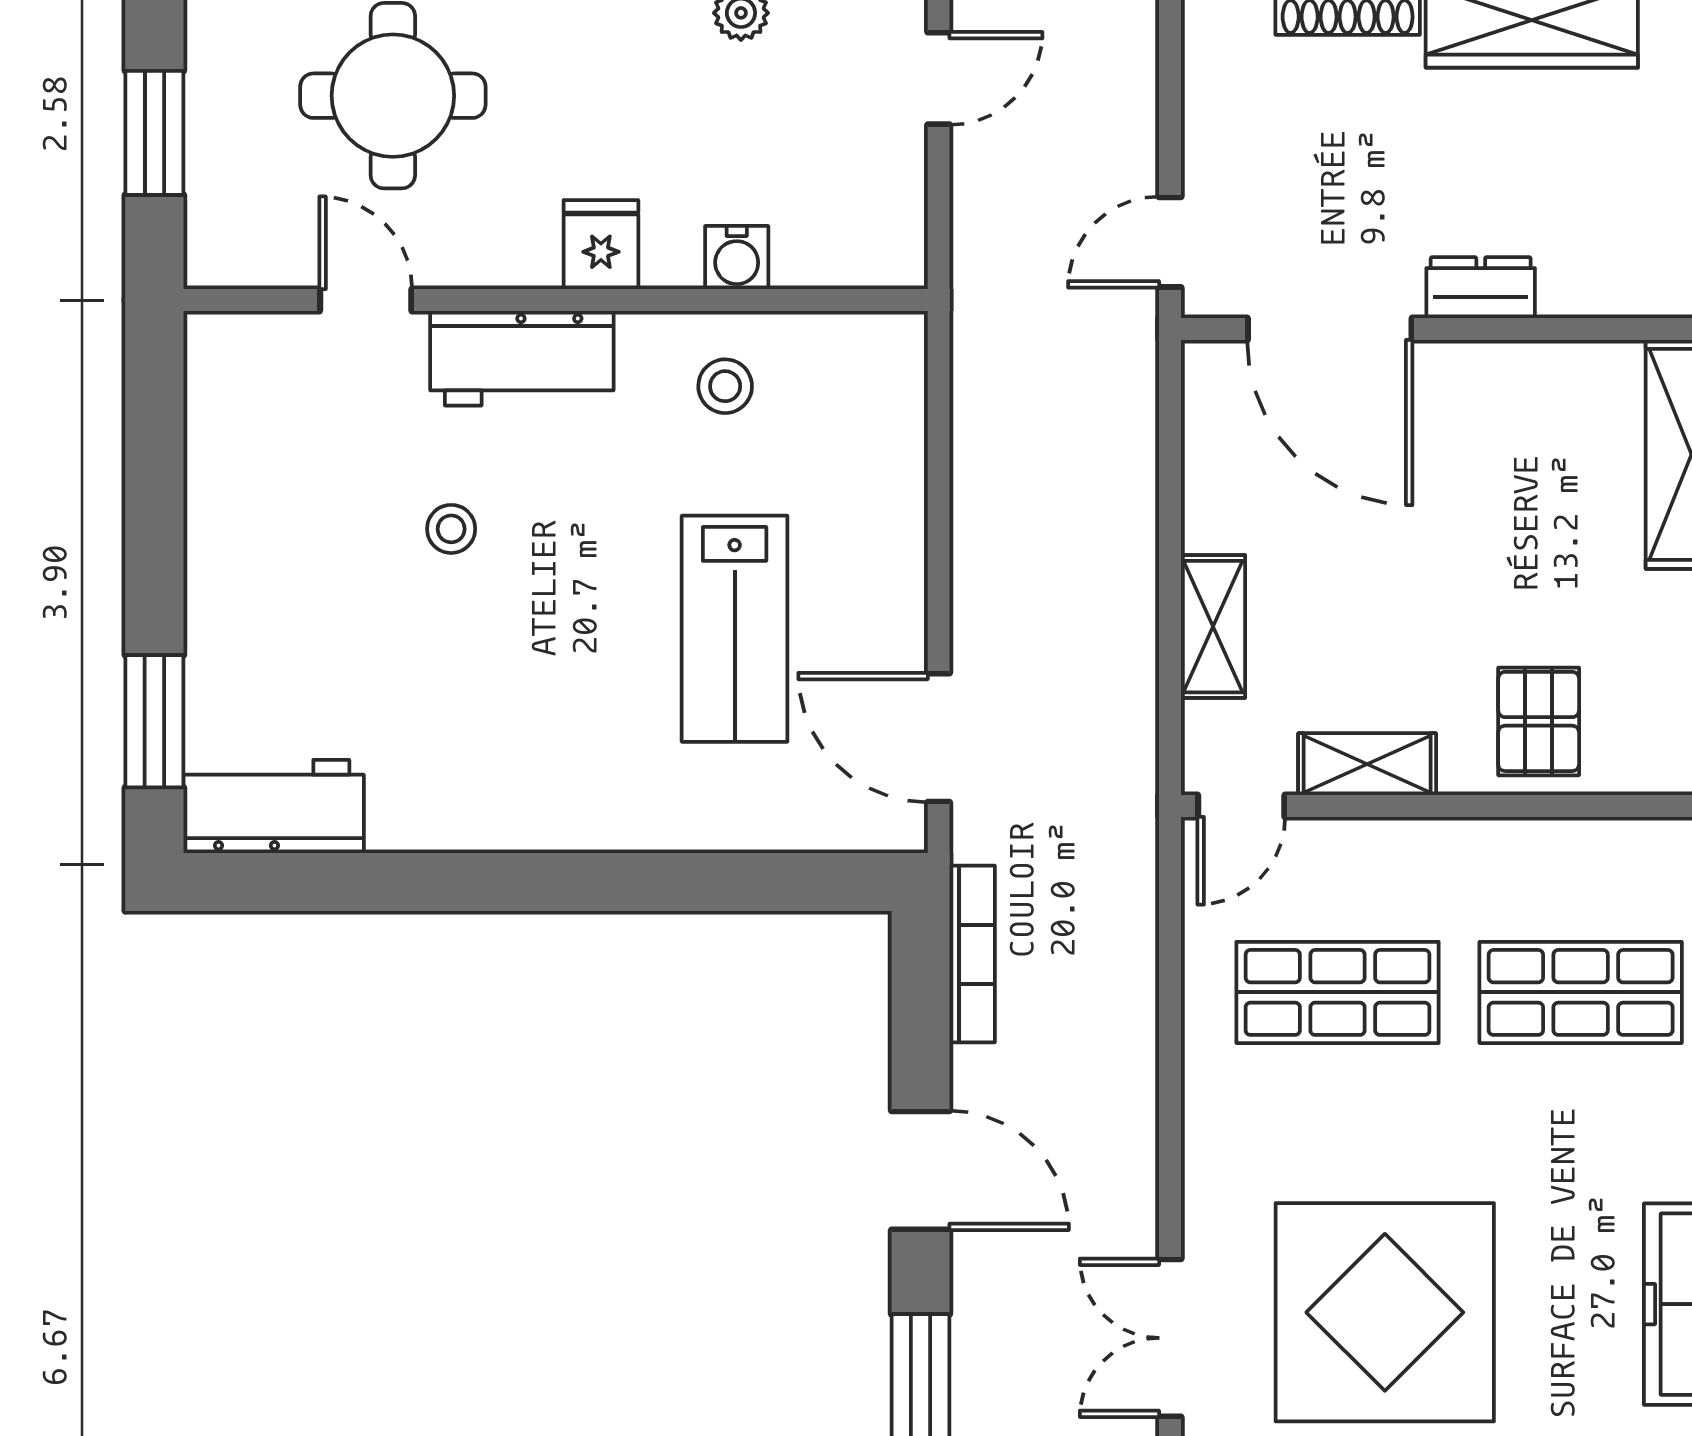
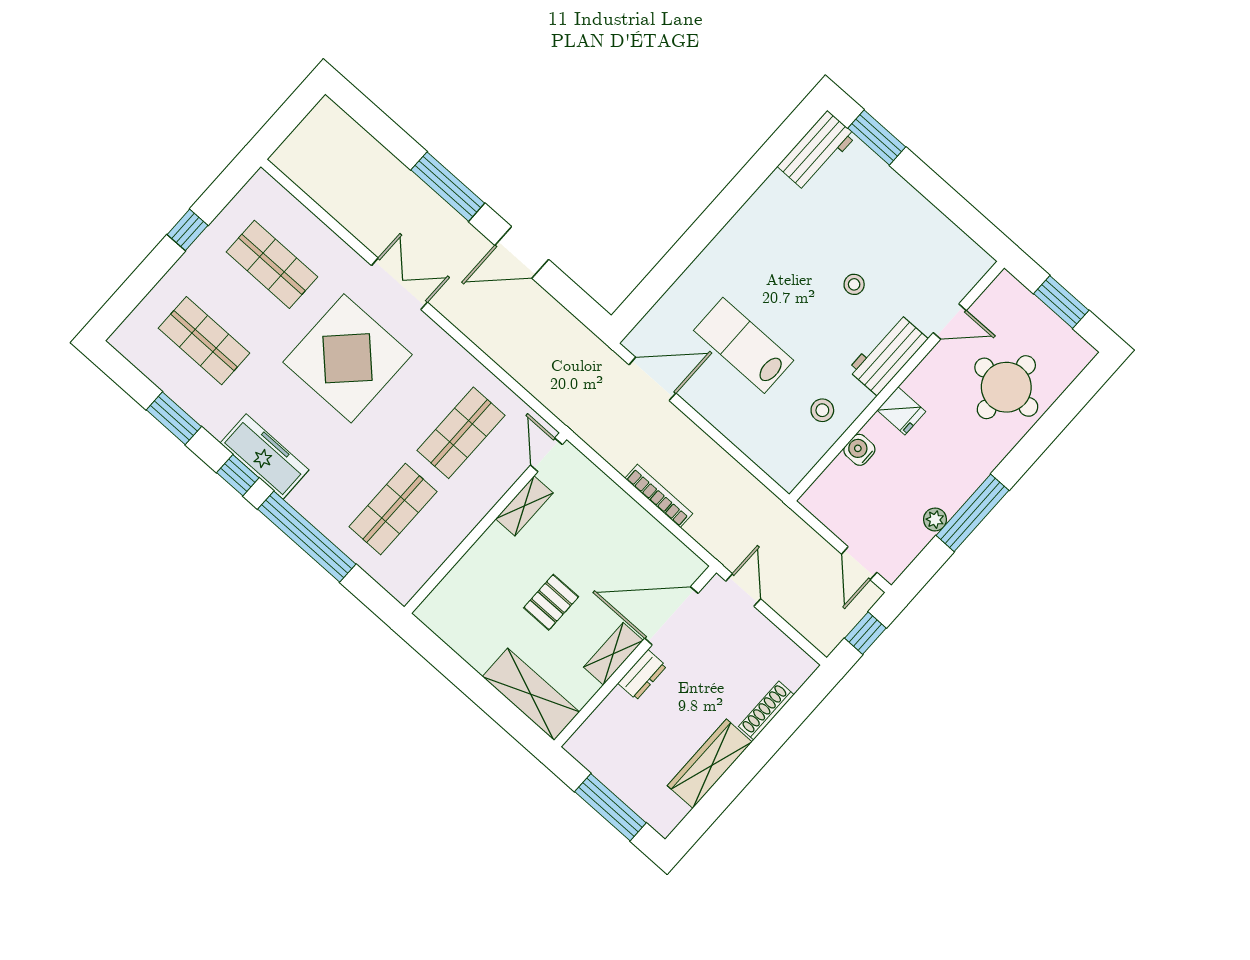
shelving: (1213, 627) -> (613, 654), moved, turned 90
pallet: (1539, 721) -> (551, 602), moved, turned 90
bookcase: (972, 954) -> (659, 496), moved, turned 180

